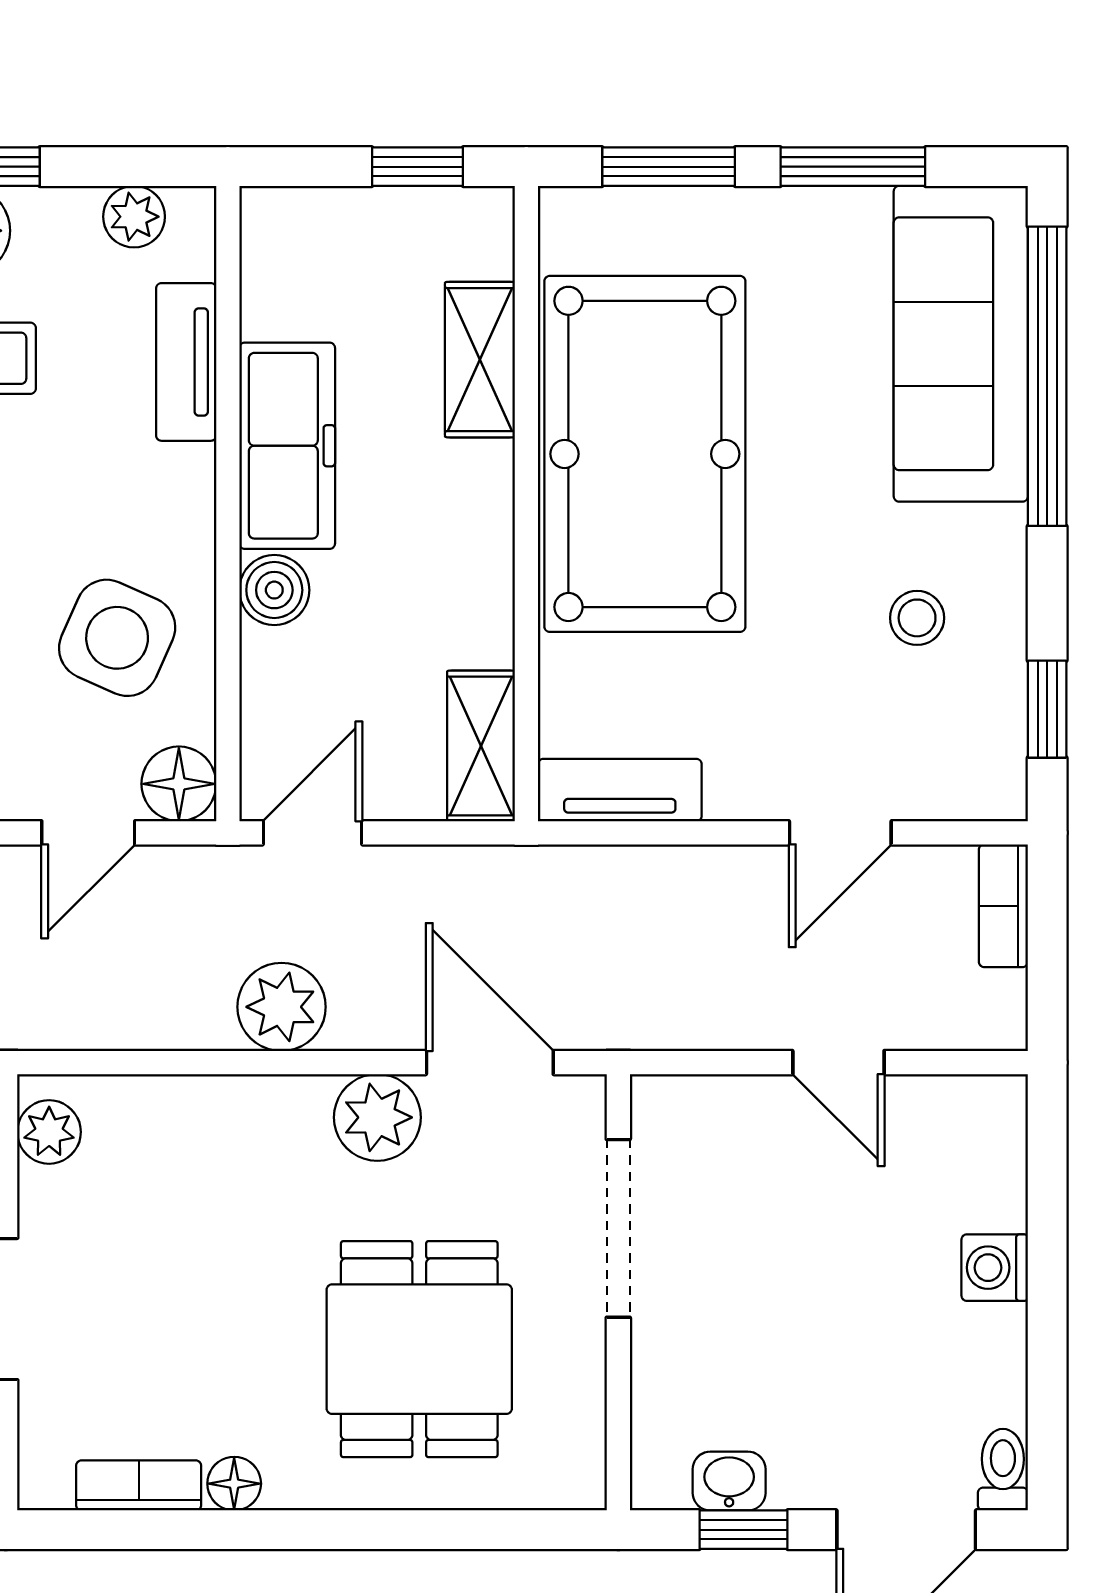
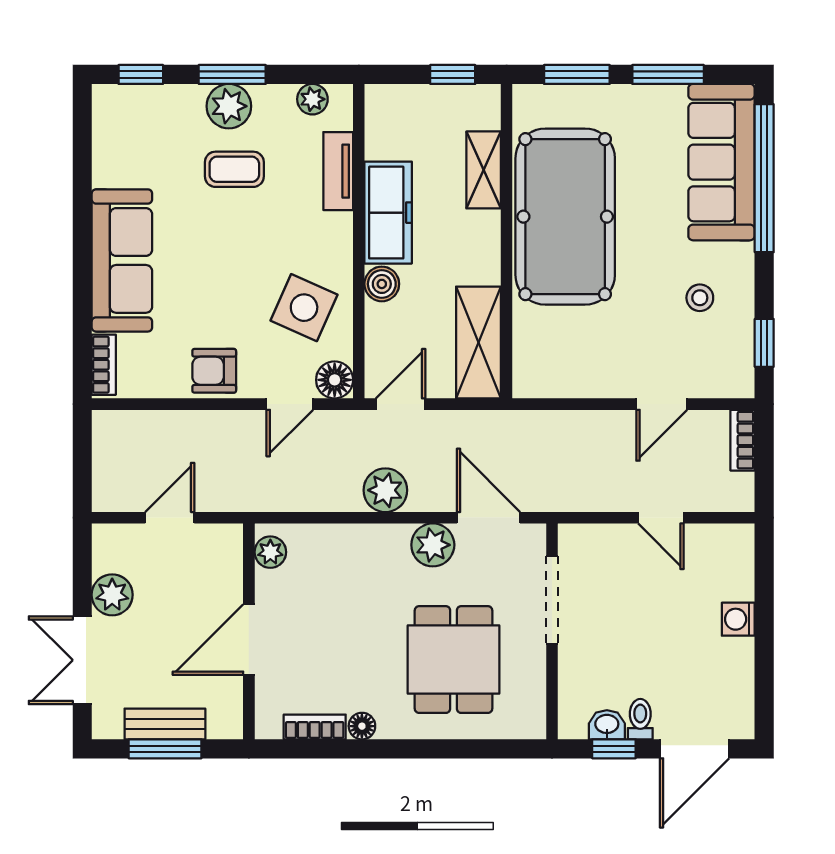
shelving: (481, 746) -> (478, 342), width x1.50, depth x1.33
tv unit: (620, 790) -> (553, 383), removed
toilet: (1003, 1470) -> (640, 719), moved

